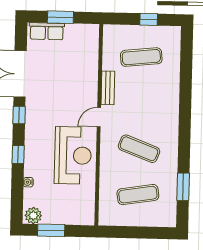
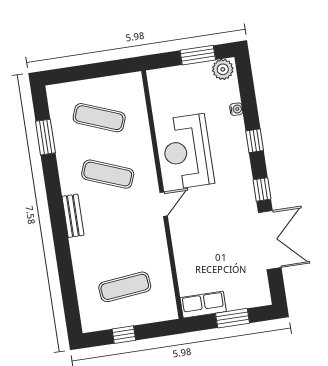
row of seats: (47, 31) -> (203, 305), moved
bench: (108, 88) -> (73, 216), moved
exercise mat: (138, 195) -> (99, 118), turned 30

